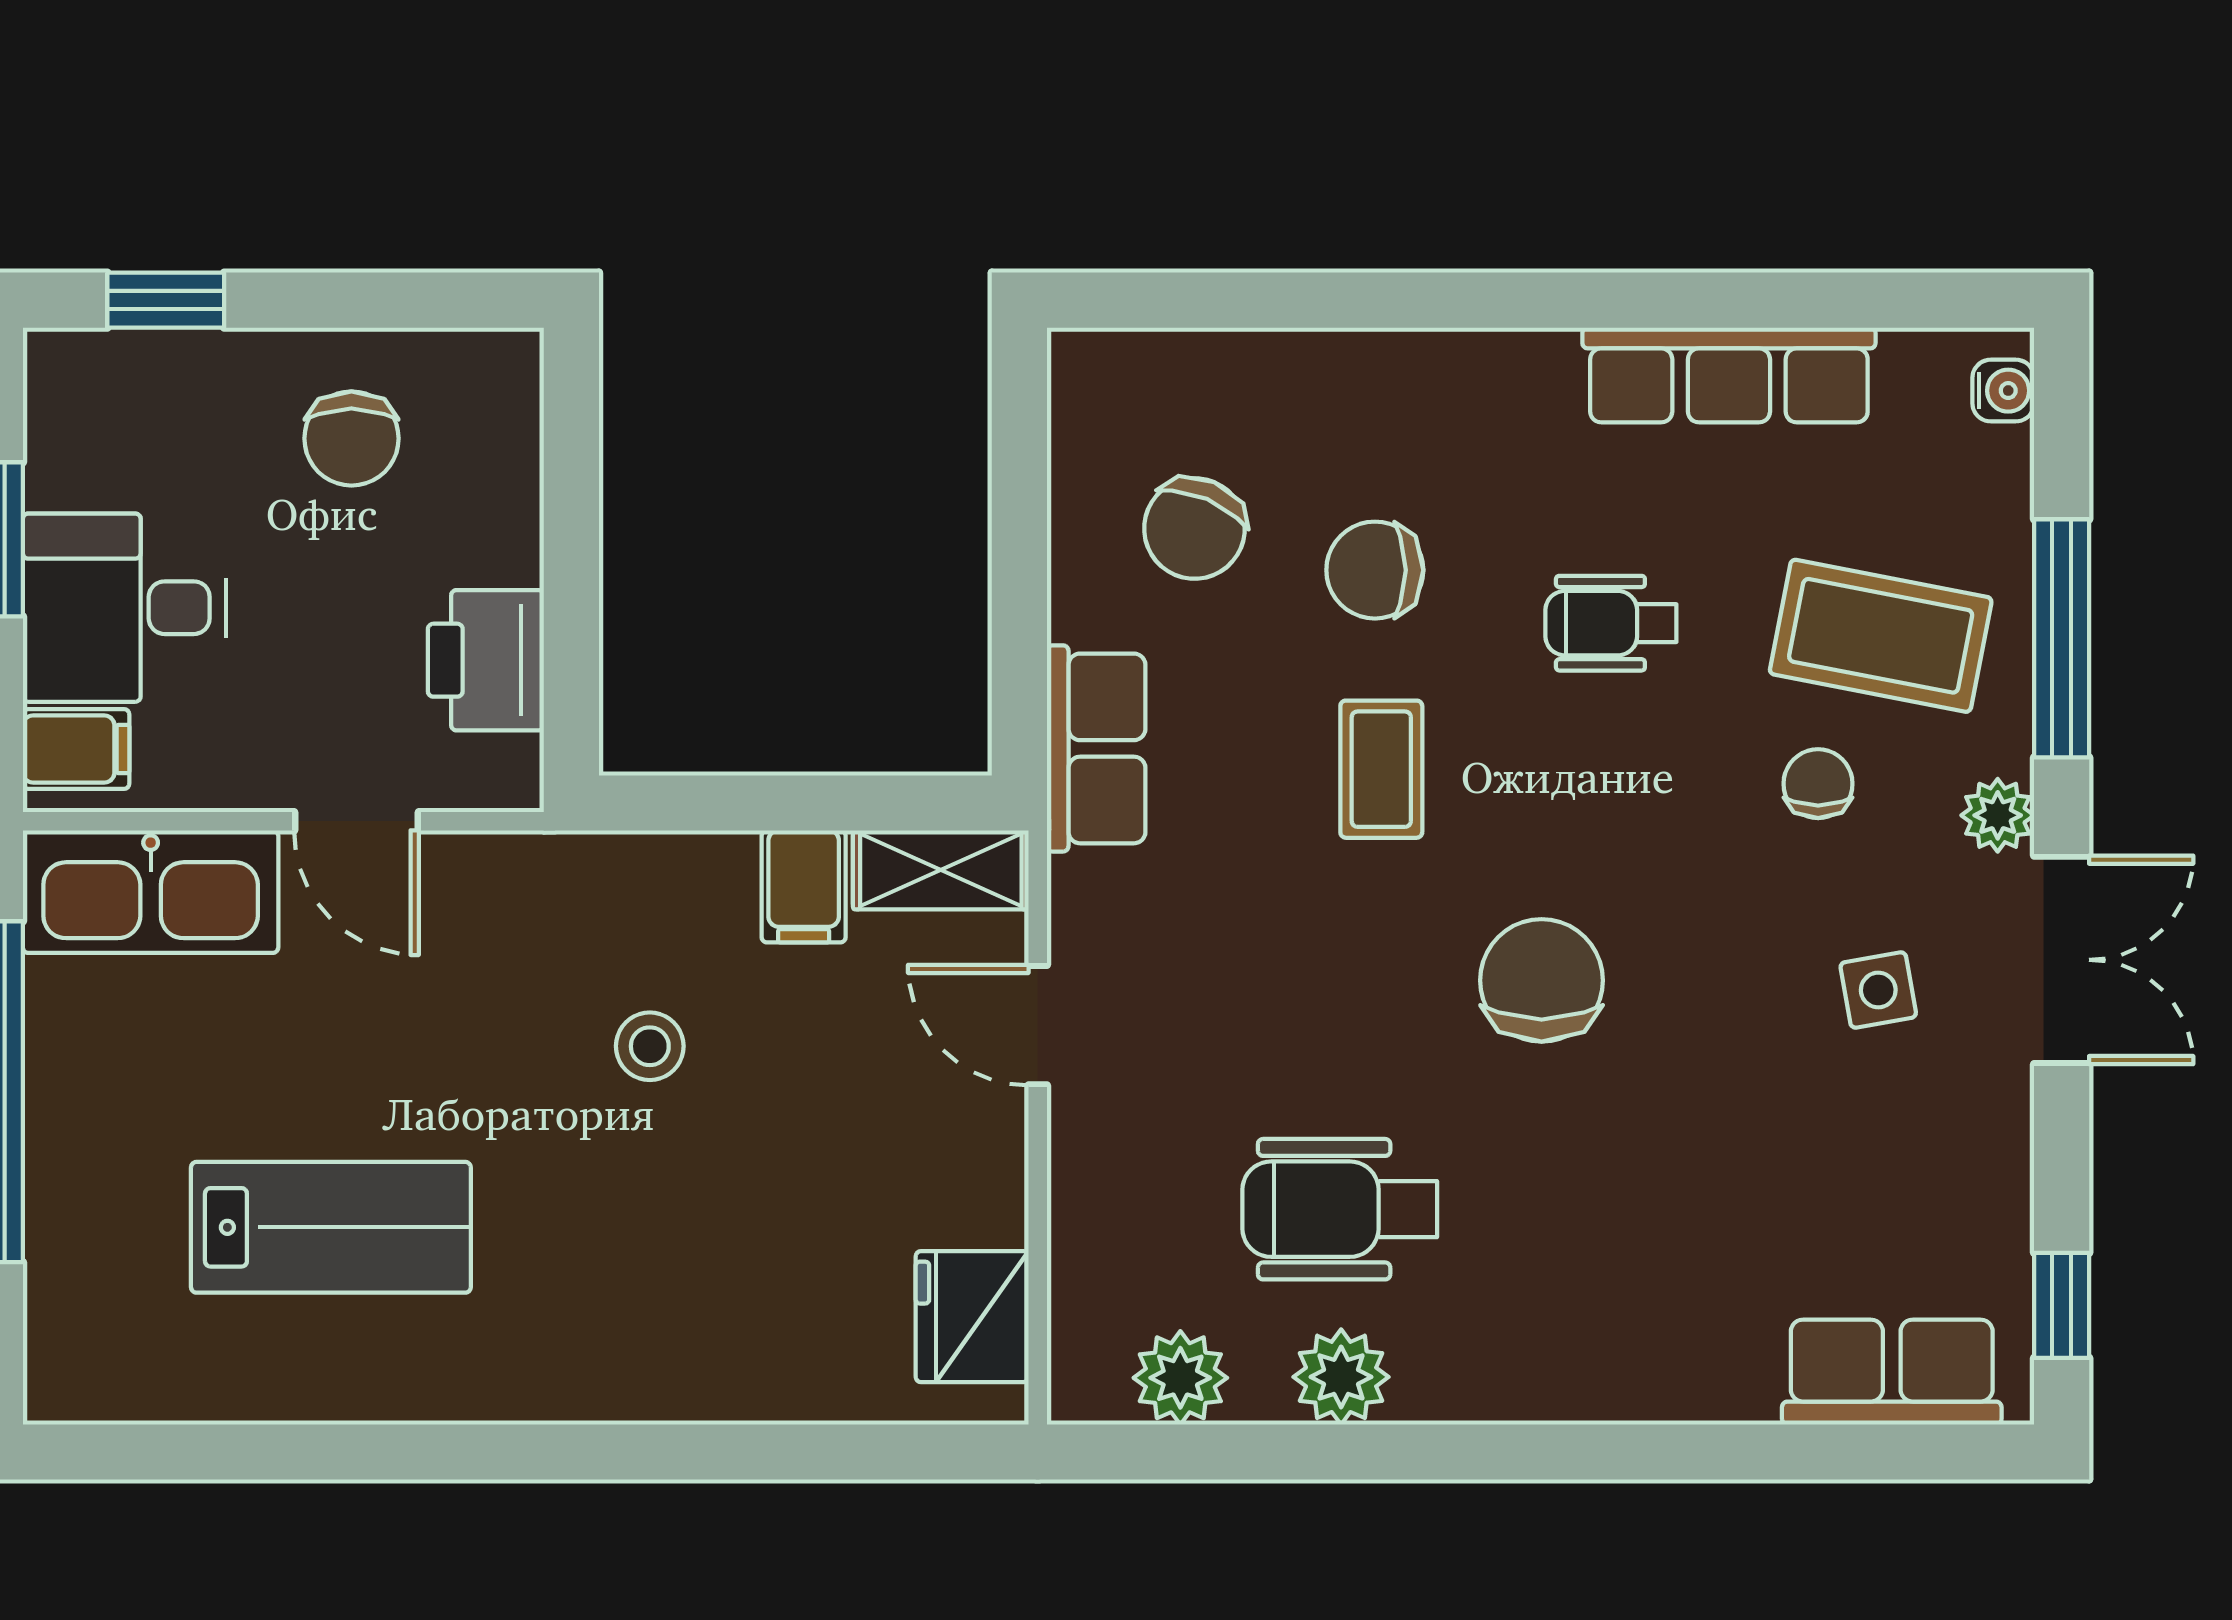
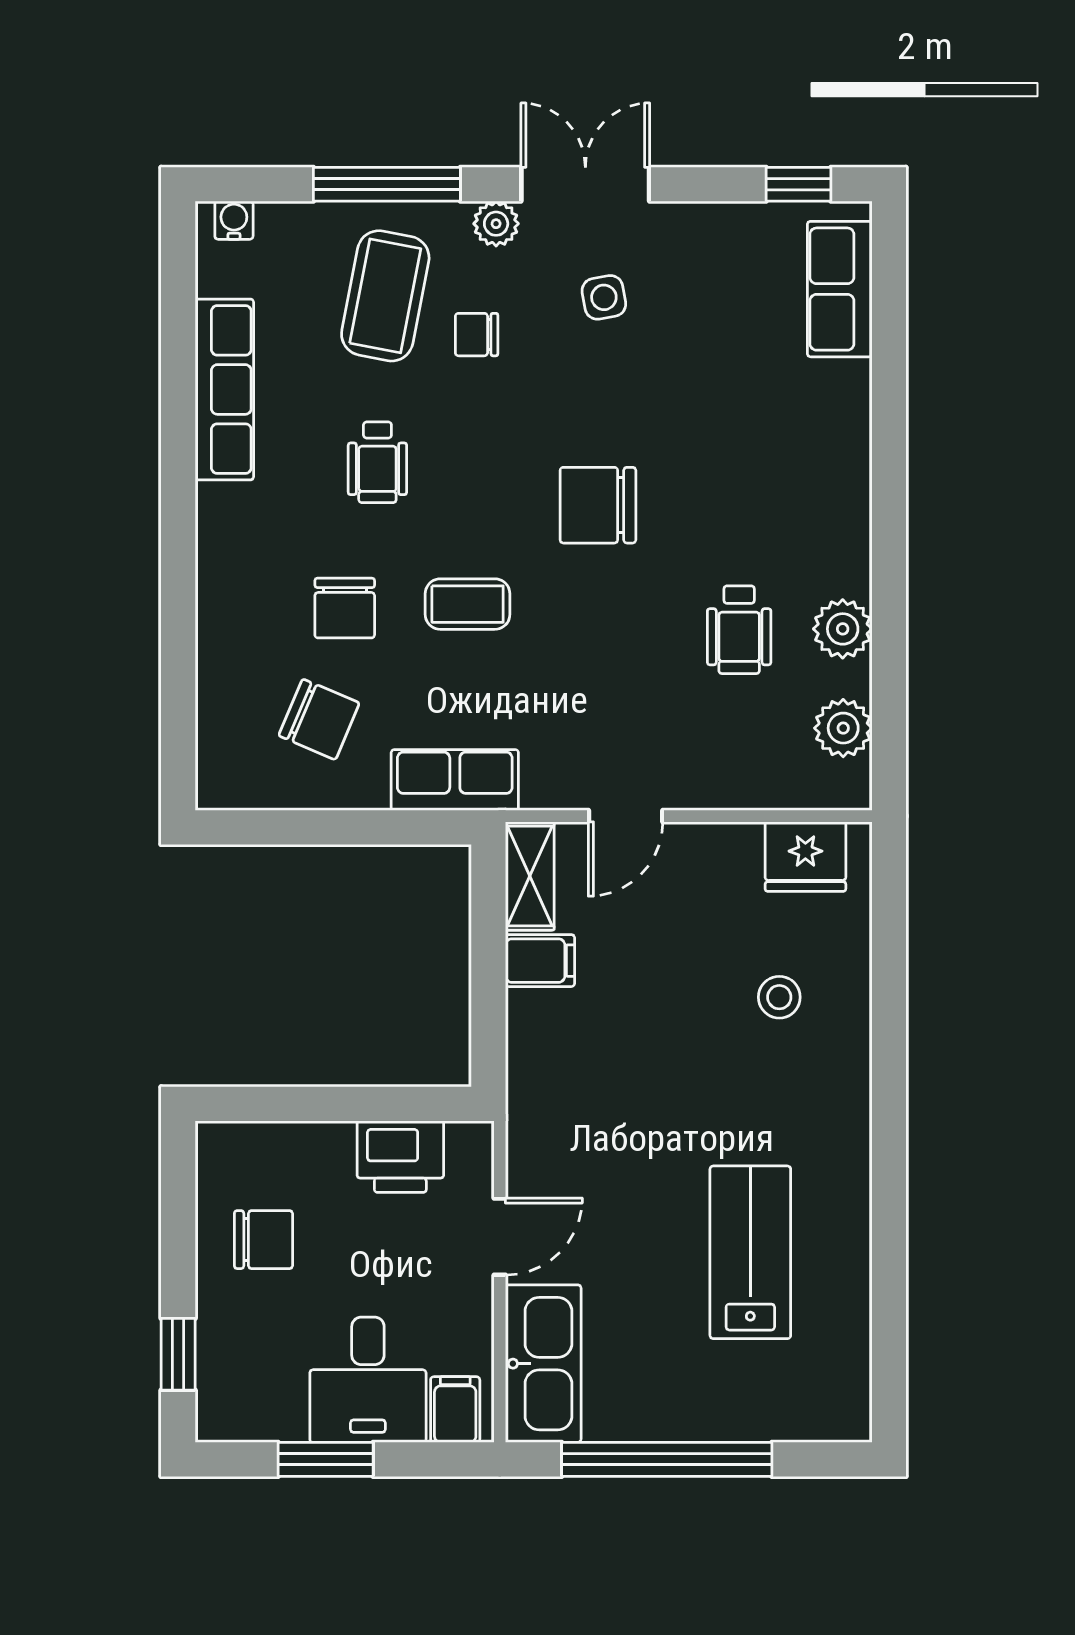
stool: (650, 1046) -> (779, 997), moved
wheelchair: (1340, 1209) -> (739, 630), width x0.73, depth x0.73

